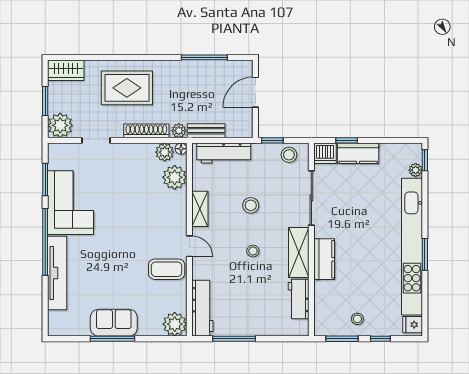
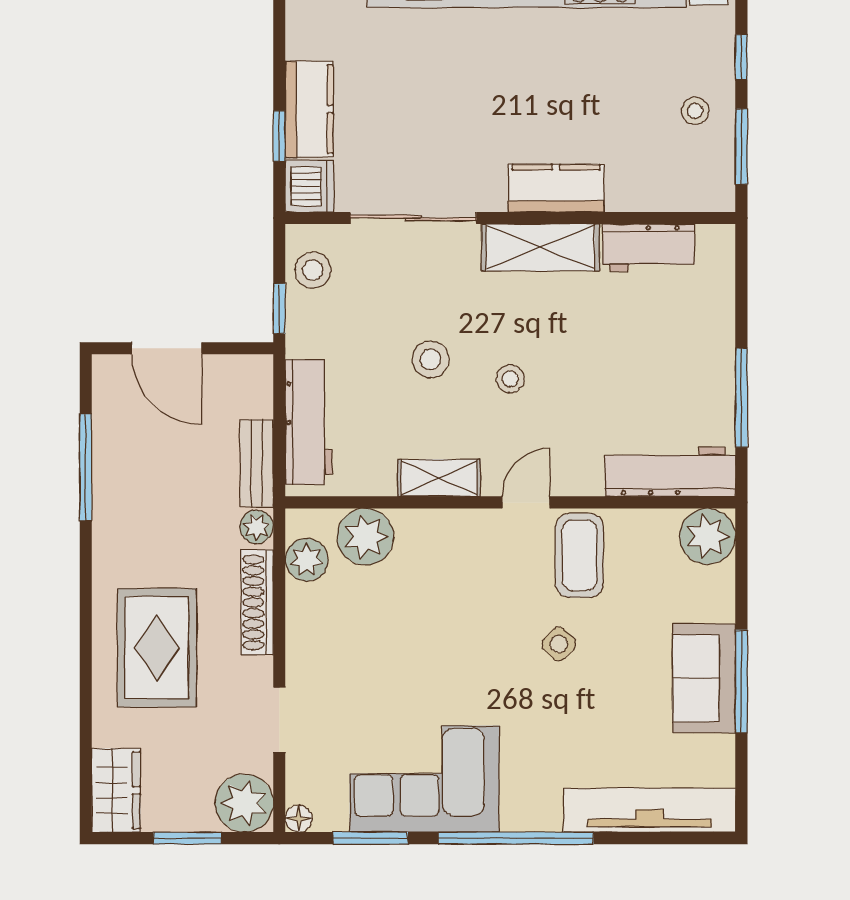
floor lamp: (181, 149) -> (299, 819), moved
stool: (253, 251) -> (510, 379), moved
side table: (129, 260) -> (559, 644), added
tv unit: (57, 273) -> (650, 810), moved

